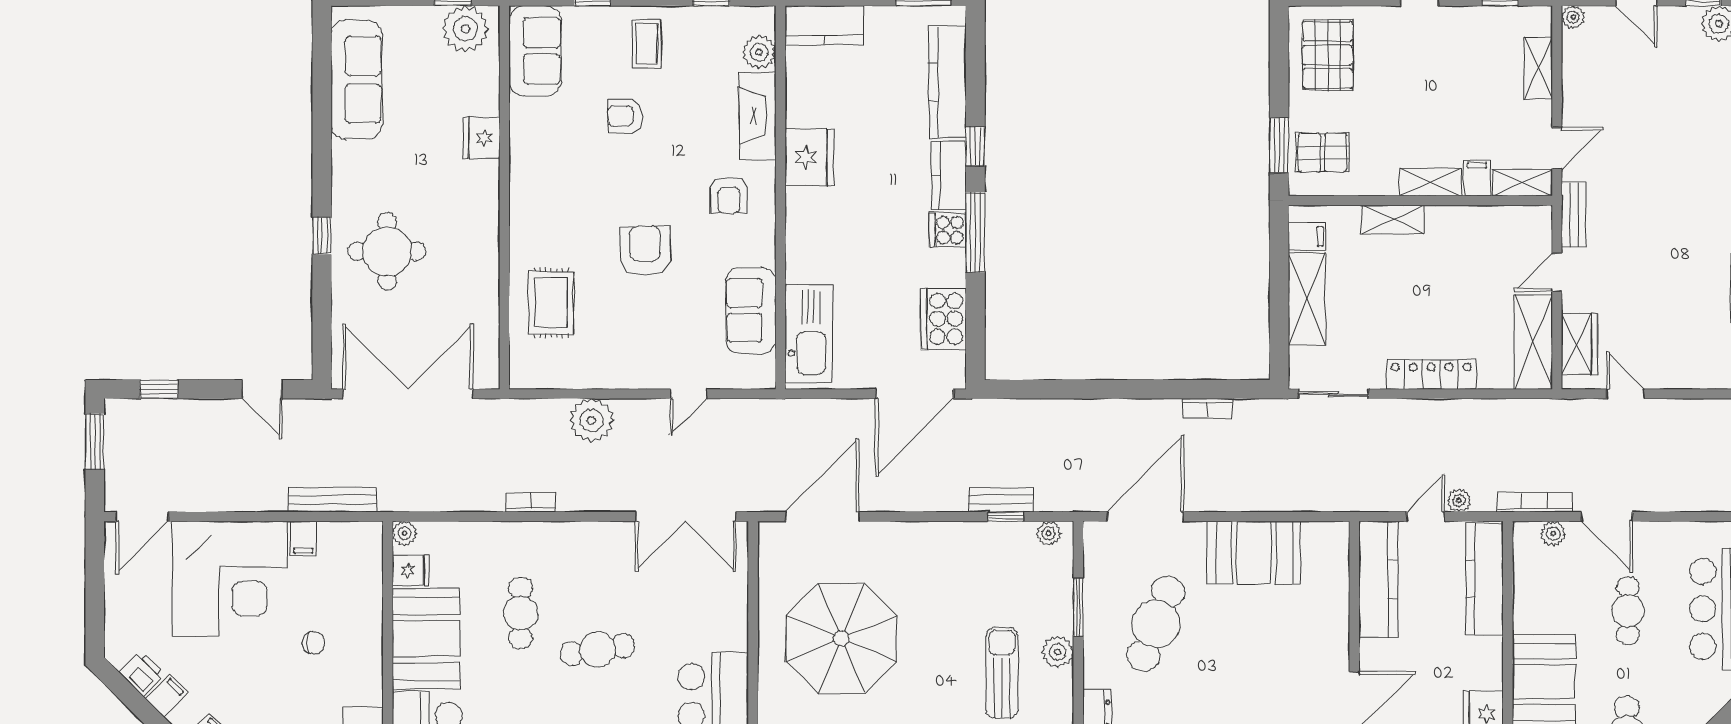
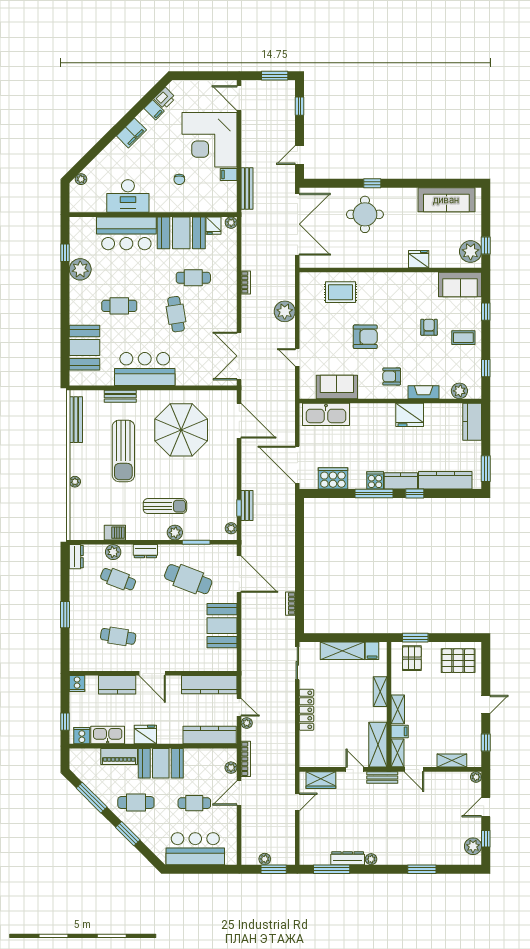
fireplace: (758, 116) -> (424, 392), width x0.73, depth x0.76
shelving: (1533, 342) -> (378, 745), moved, turned 90

